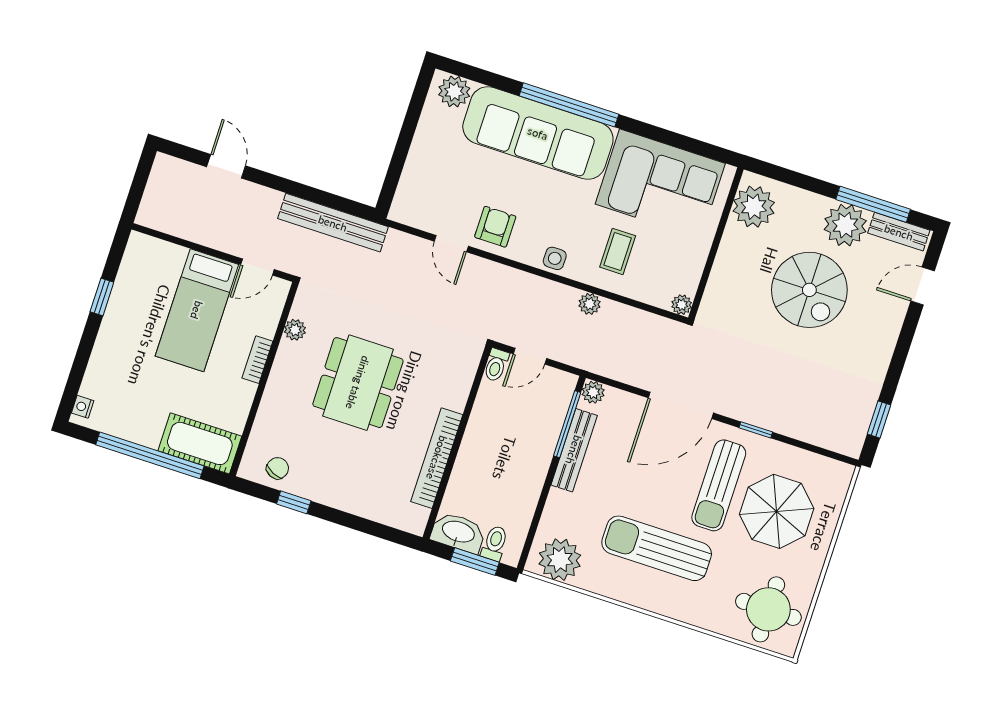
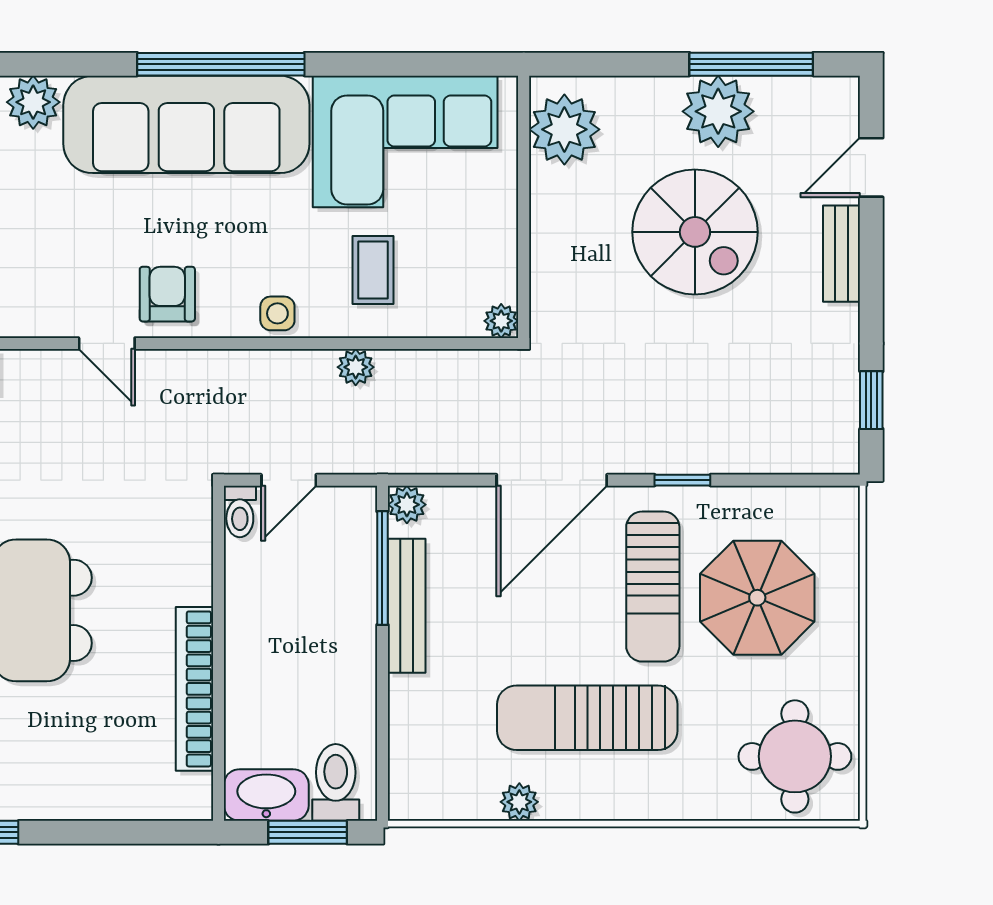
bench: (899, 232) -> (842, 254), moved, turned 90
toilet: (495, 543) -> (336, 782), width x1.37, depth x1.39
plant: (560, 560) -> (519, 802), moved, width x0.53, depth x0.53

